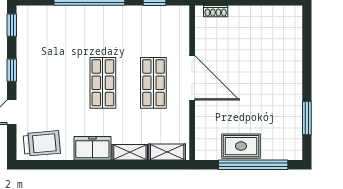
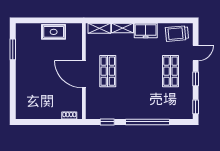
shop shelf: (103, 83) -> (171, 71), moved
window: (253, 165) -> (46, 20), removed

